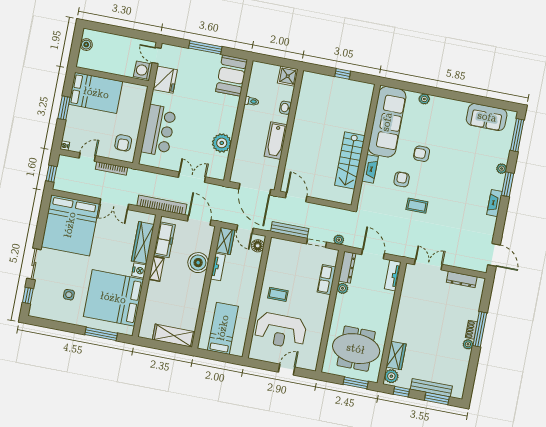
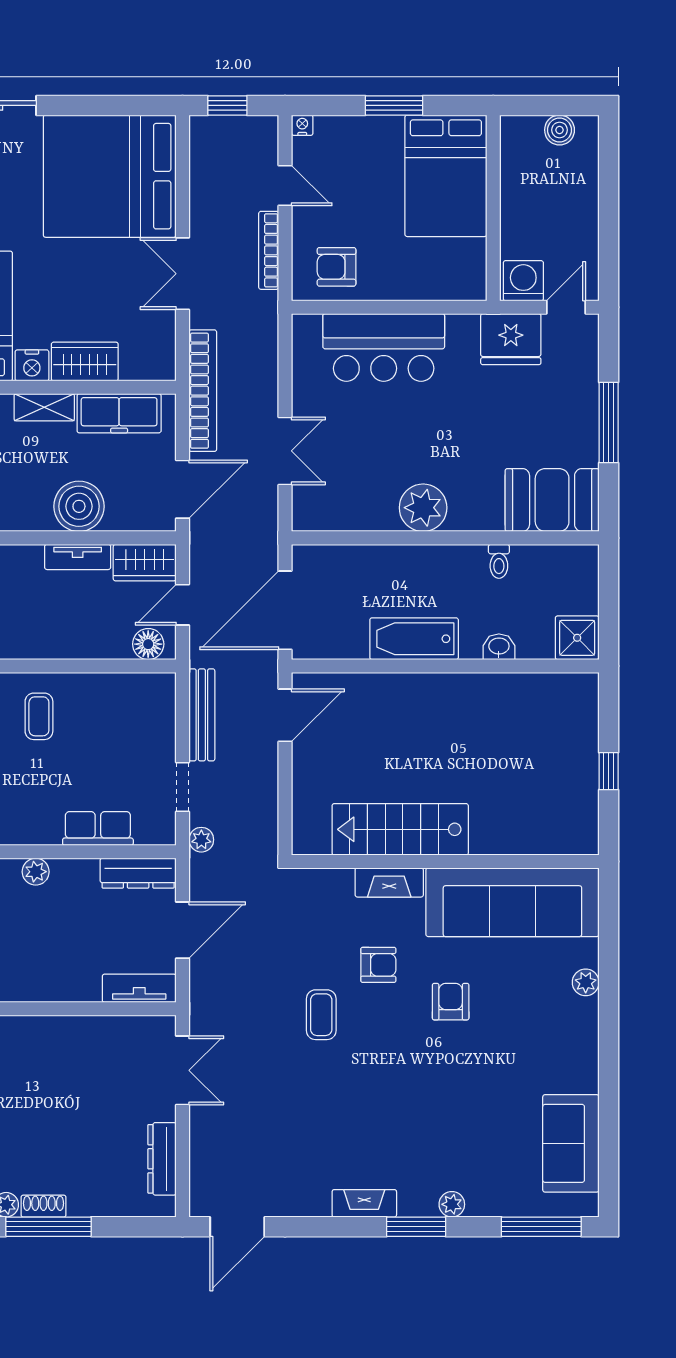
plant: (222, 143) -> (423, 508), moved
wardrobe: (143, 243) -> (85, 362), width x0.67
plant: (343, 288) -> (36, 872), moved

